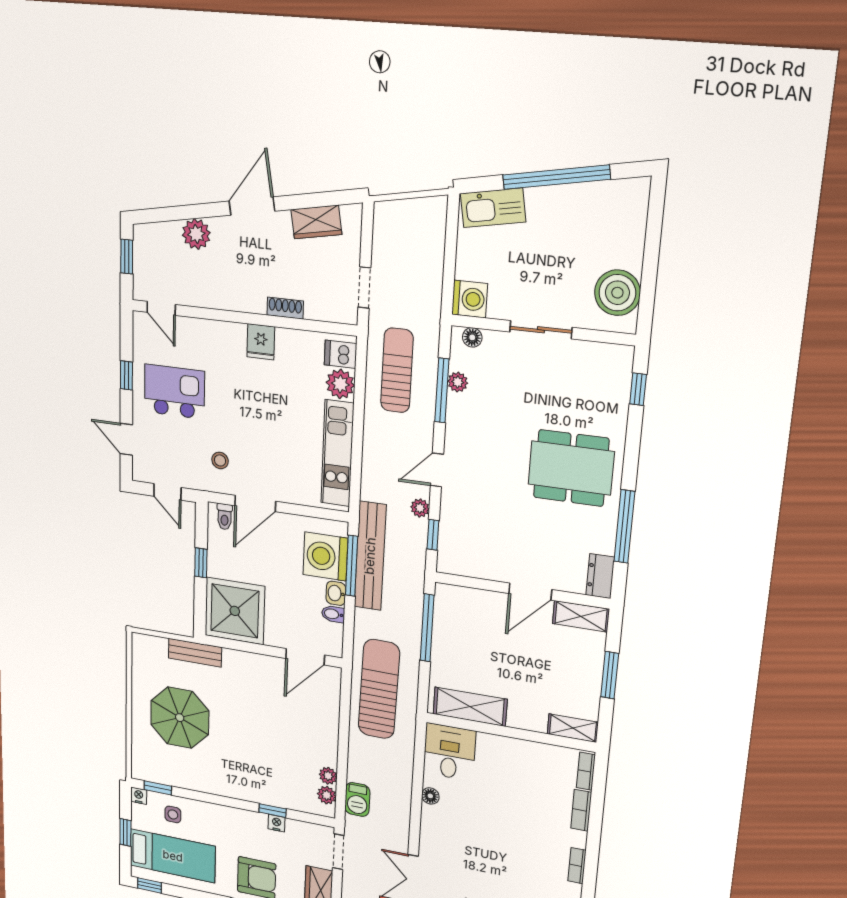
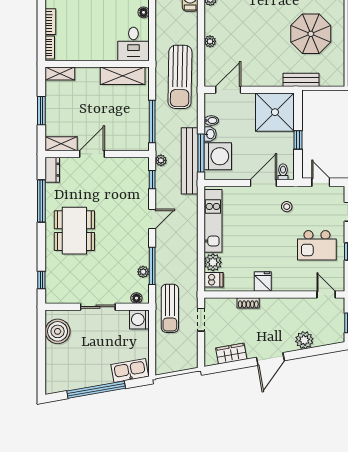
sun lounger: (397, 370) -> (170, 308), moved
dining table: (571, 468) -> (74, 231), turned 90
plant: (420, 508) -> (161, 160), moved
plant: (328, 776) -> (210, 41), moved

